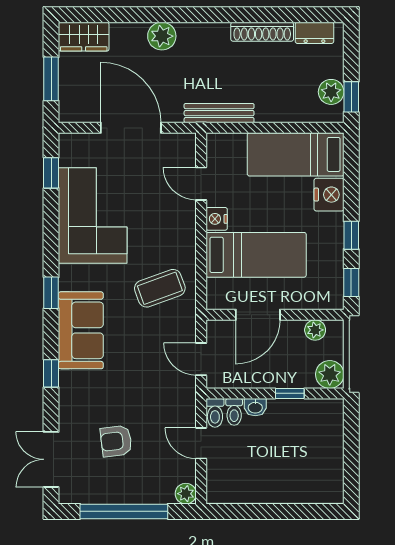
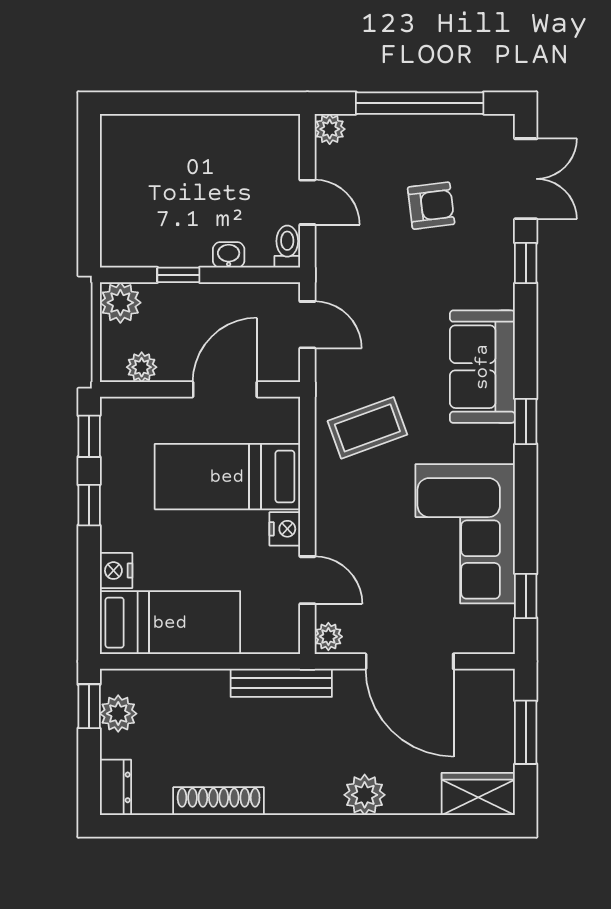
dresser: (314, 33) -> (115, 787), moved, turned 90
plant: (187, 145) -> (328, 637), added
nightstand: (329, 195) -> (116, 571), width x0.74, depth x0.75
window: (51, 373) -> (526, 263), moved
toilet: (234, 412) -> (259, 248), removed

